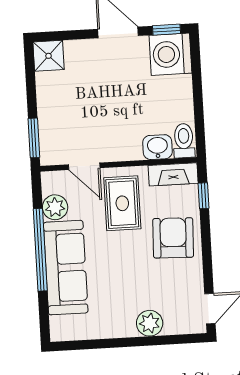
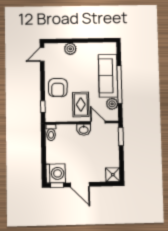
washbasin: (157, 147) -> (84, 130), moved
fireplace: (173, 174) -> (57, 117), removed

